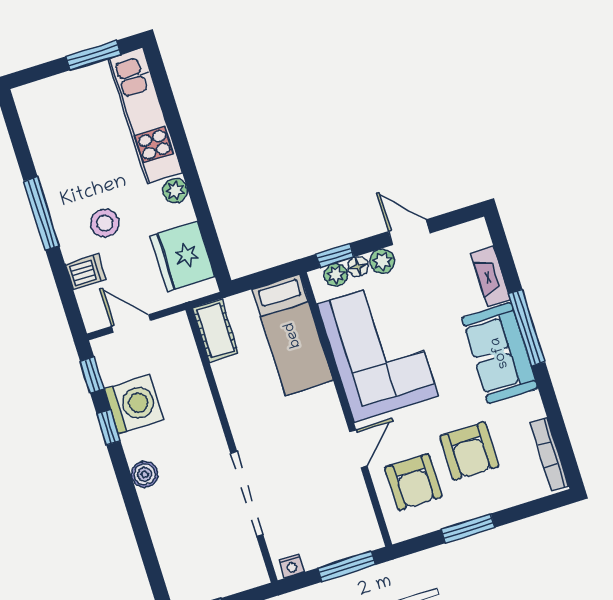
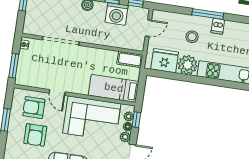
plant: (175, 190) -> (188, 65), width x1.88, depth x1.88
dishwasher: (85, 272) -> (218, 26), moved
armchair: (469, 451) -> (35, 135), turned -90

